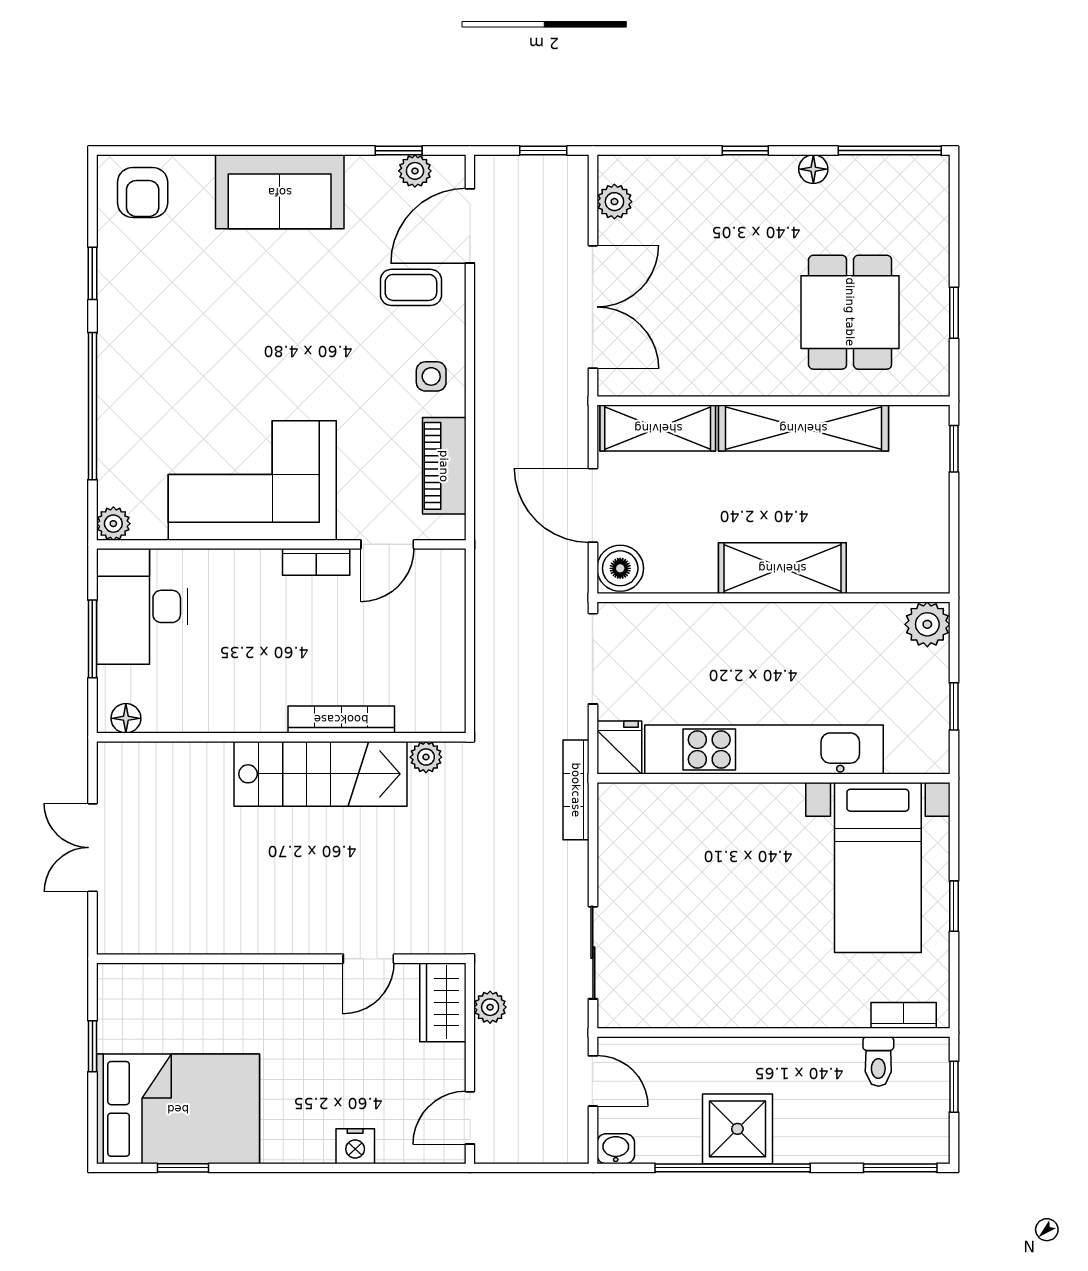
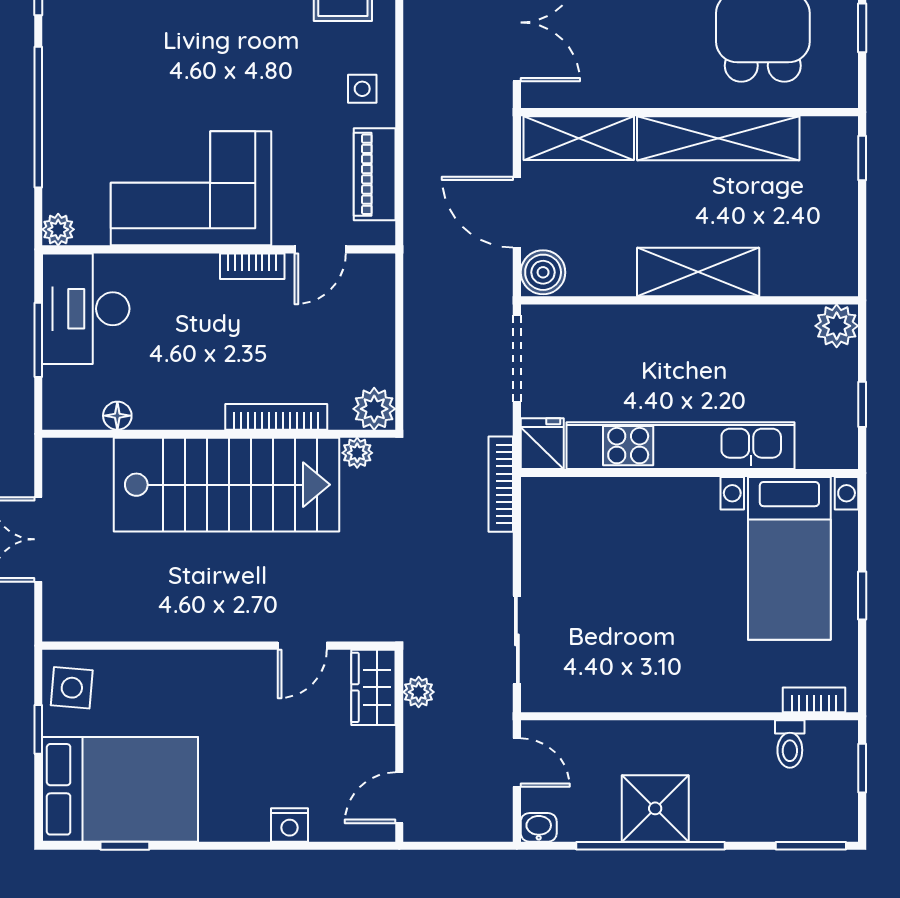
plant: (444, 711) -> (374, 409), added
floor lamp: (126, 718) -> (117, 416), moved
stairs: (321, 774) -> (226, 485), width x1.36, depth x1.51
side table: (128, 1003) -> (72, 688), added

